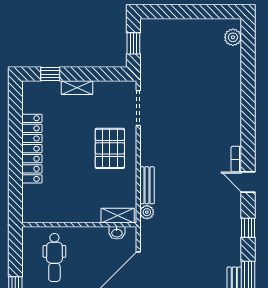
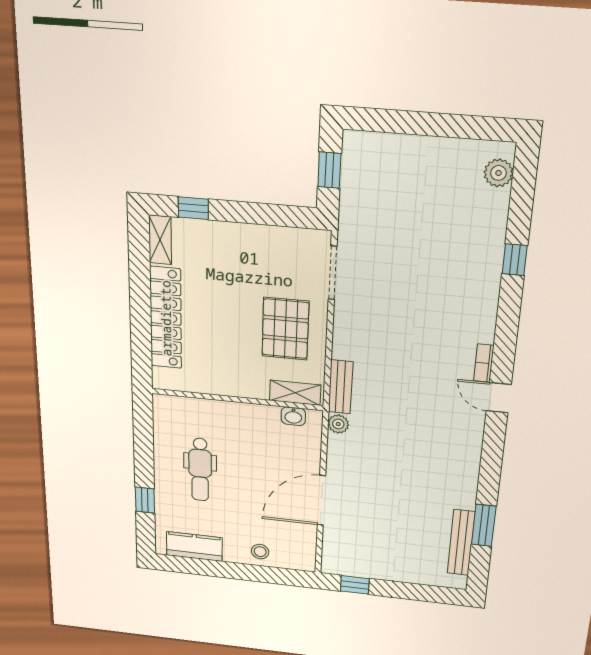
shelving: (77, 88) -> (160, 240), moved, turned 90
shelving: (118, 216) -> (295, 393), moved
wall: (79, 225) -> (237, 400), moved
window: (248, 228) -> (515, 260), moved
washbasin: (117, 233) -> (293, 416), moved

